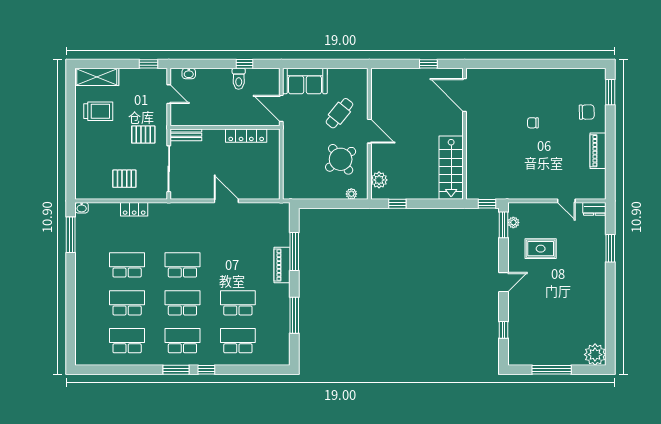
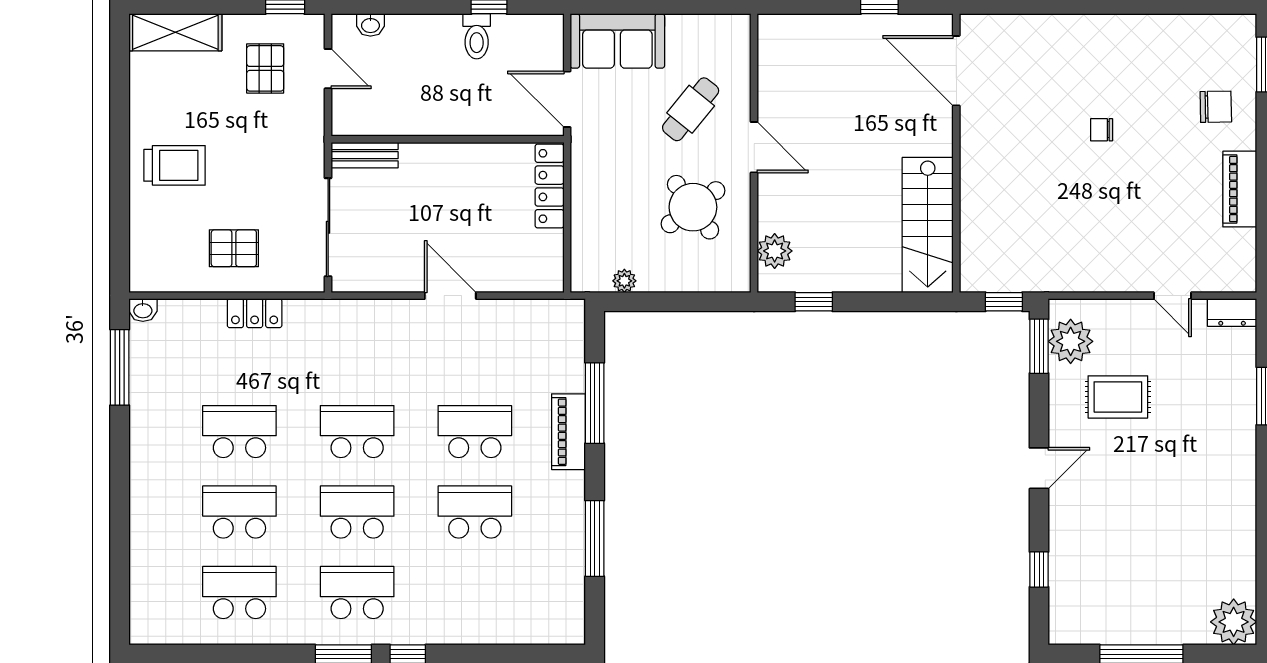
trolley: (98, 111) -> (174, 165), moved
pallet: (143, 134) -> (265, 68), moved, turned 90
locker: (246, 136) -> (550, 186), moved, turned 90
plant: (351, 194) -> (624, 281), moved
plant: (513, 222) -> (1071, 341), width x1.88, depth x1.88
school desk: (238, 341) -> (475, 432), moved

